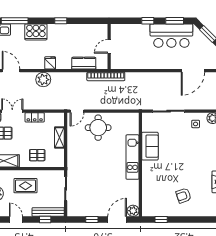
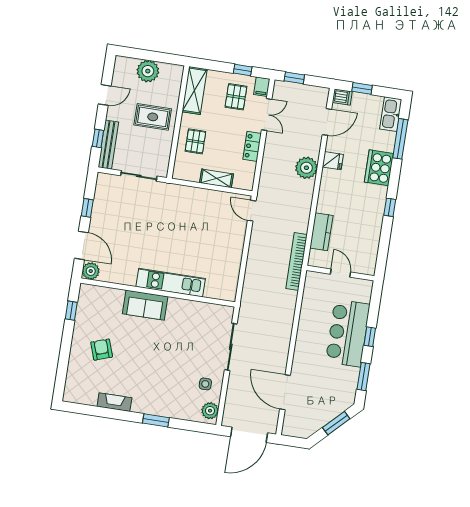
bar counter: (171, 36) -> (348, 333), moved
fridge: (50, 63) -> (333, 161), moved
round table: (98, 128) -> (222, 238), removed
sofa: (150, 146) -> (145, 305), moved
rug: (25, 186) -> (153, 117), turned 90

